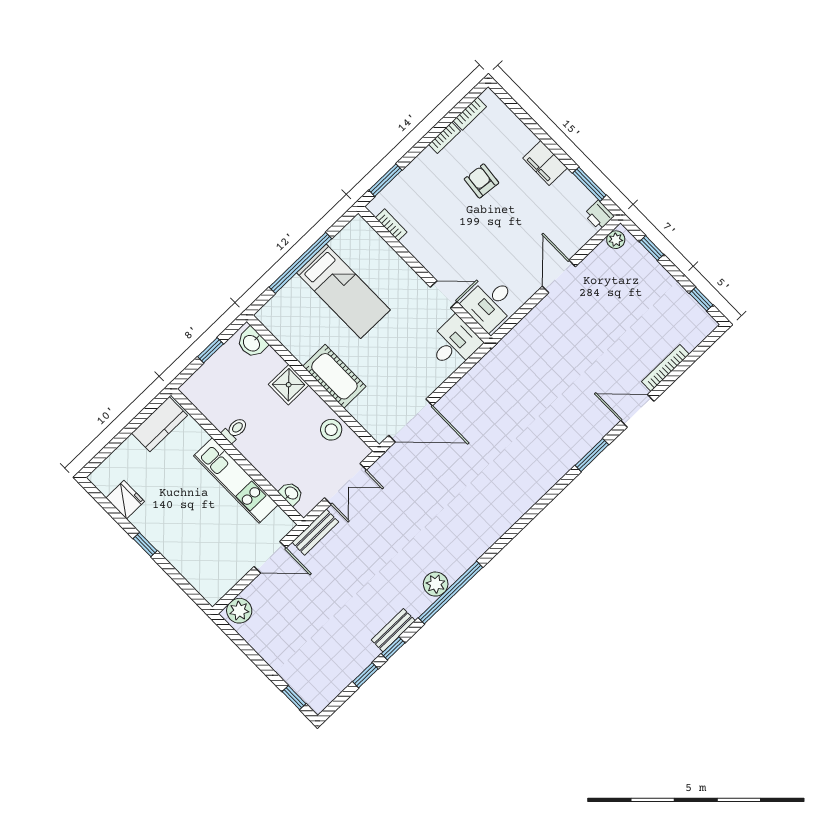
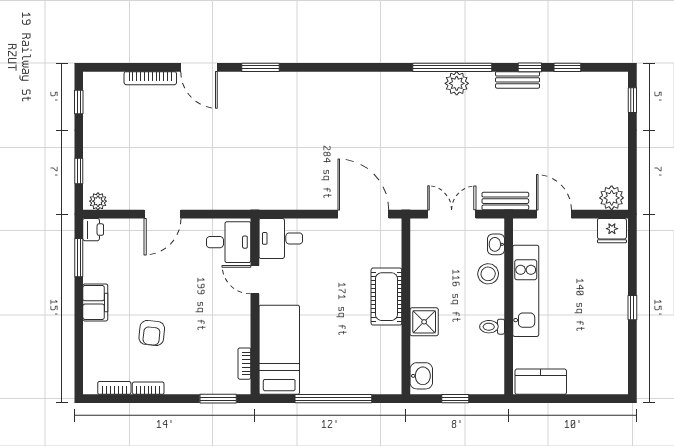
bed: (343, 291) -> (279, 350), moved
stool: (331, 430) -> (488, 274), moved
fridge: (125, 500) -> (612, 231), moved, turned -90

